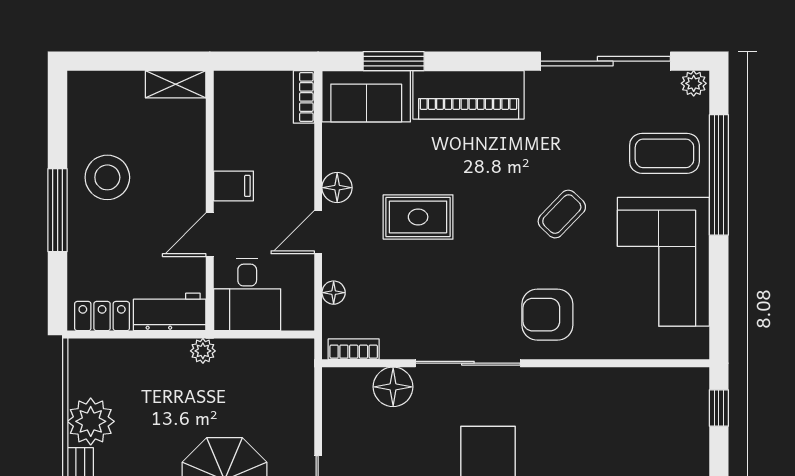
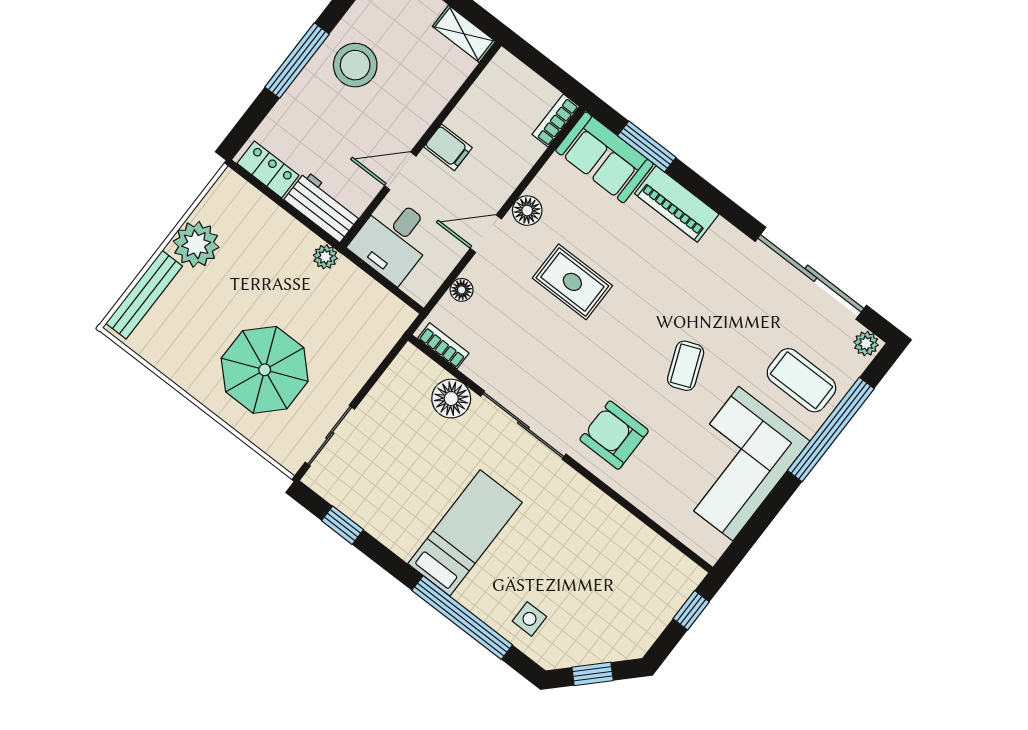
piano: (469, 95) -> (677, 204), width x0.73, depth x0.75
coffee table: (562, 214) -> (686, 366), turned -66

